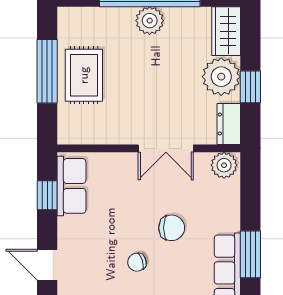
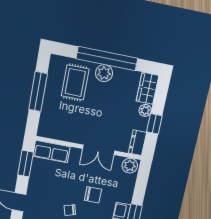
rug: (84, 75) -> (75, 83), moved
plant: (221, 77) -> (145, 110), width x0.53, depth x0.53
row of seats: (71, 186) -> (51, 152), moved, turned 90
window: (47, 195) -> (26, 164), width x1.50

